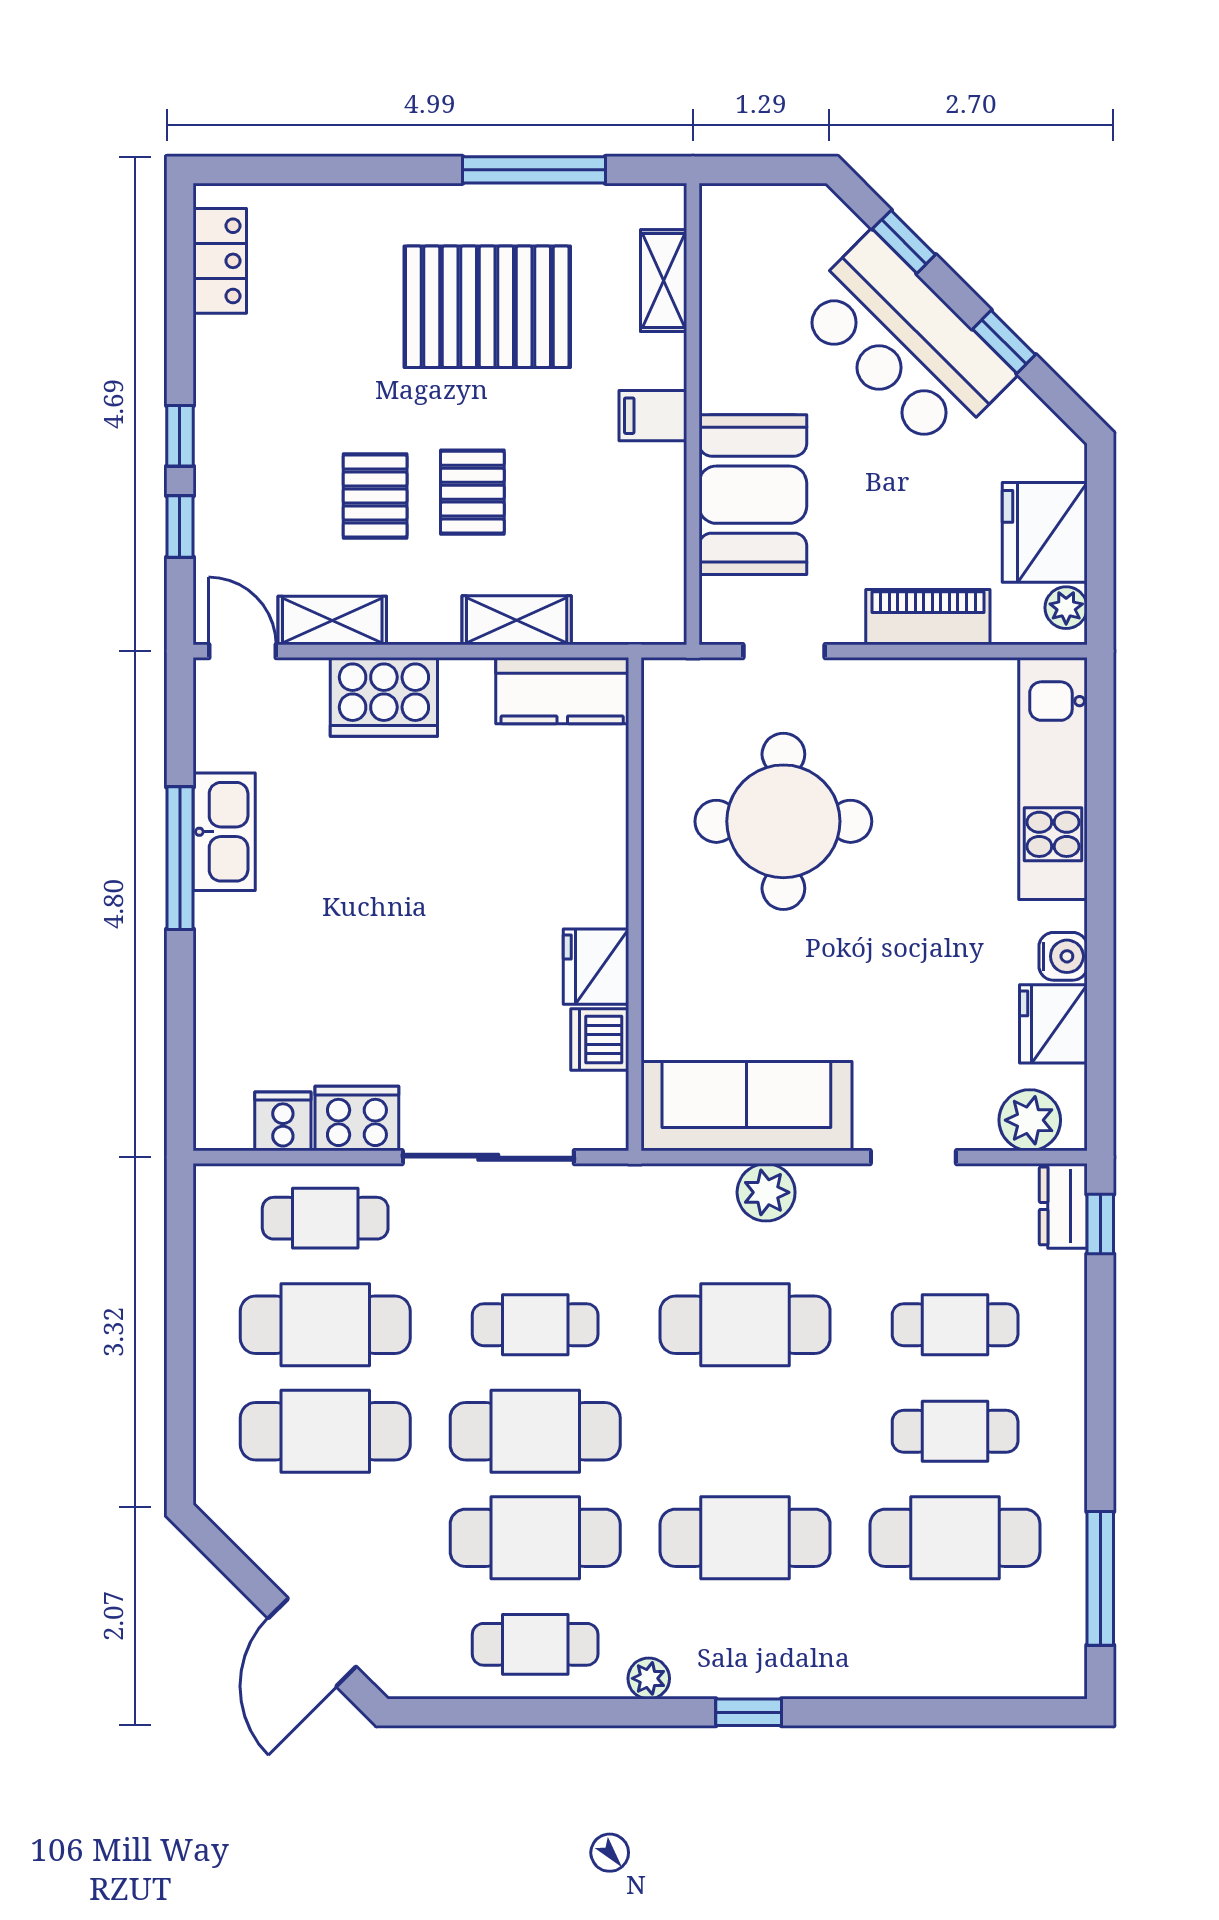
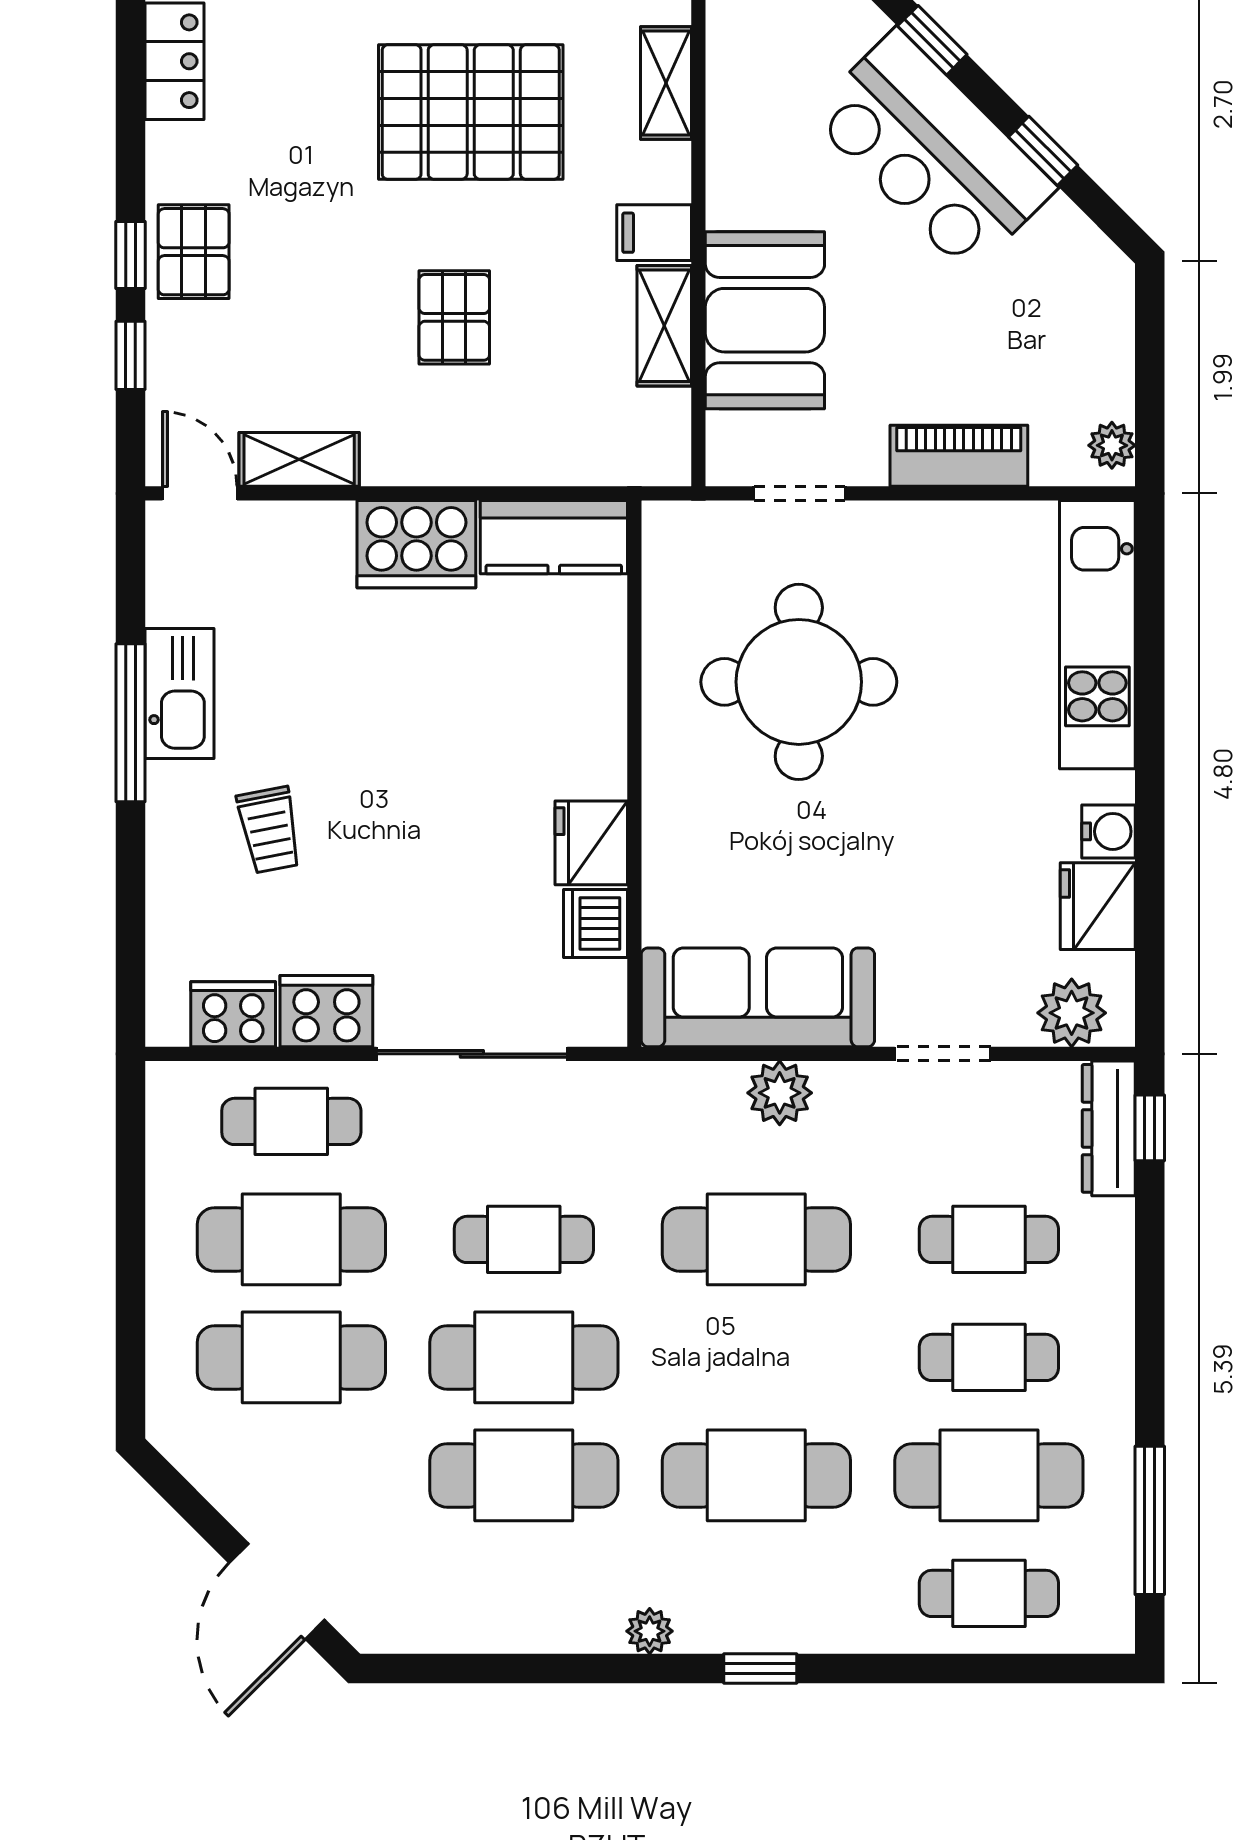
pallet: (375, 496) -> (194, 252), moved
fridge: (1045, 532) -> (1088, 362), removed
shelving: (517, 620) -> (664, 326), moved, turned 90
cooker: (384, 697) -> (416, 544), moved
trolley: (305, 955) -> (269, 830), added
cooker: (283, 1121) -> (233, 1014), width x1.36
dresser: (1063, 1206) -> (1109, 1128), width x1.44
cafe table: (535, 1644) -> (989, 1593), moved

